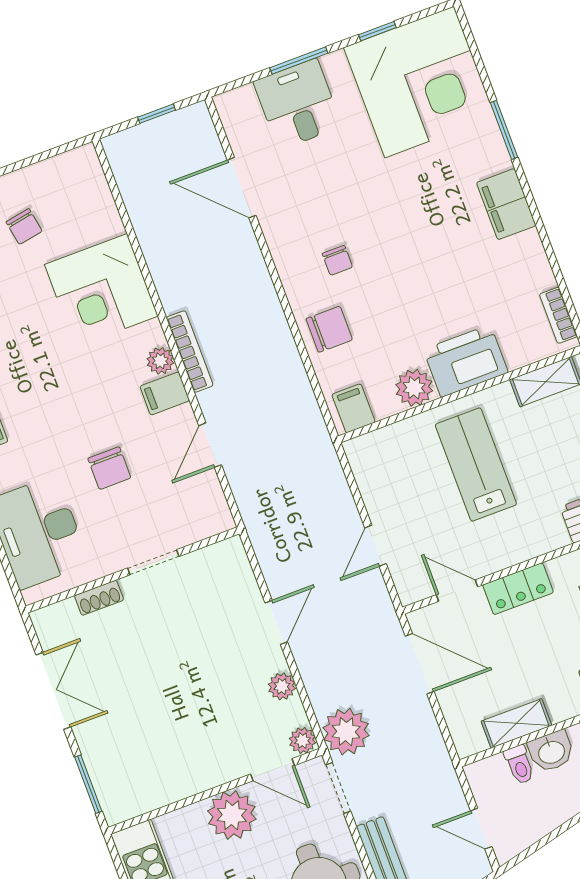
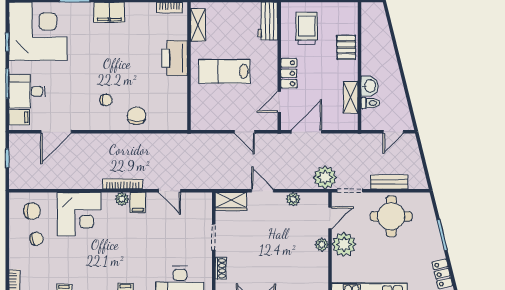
plant: (414, 388) -> (178, 87), removed
filing cabinet: (354, 408) -> (19, 117), moved, turned 180
chair: (109, 468) -> (32, 211), moved
wardrobe: (233, 570) -> (231, 201), added
plant: (303, 741) -> (322, 245), moved

